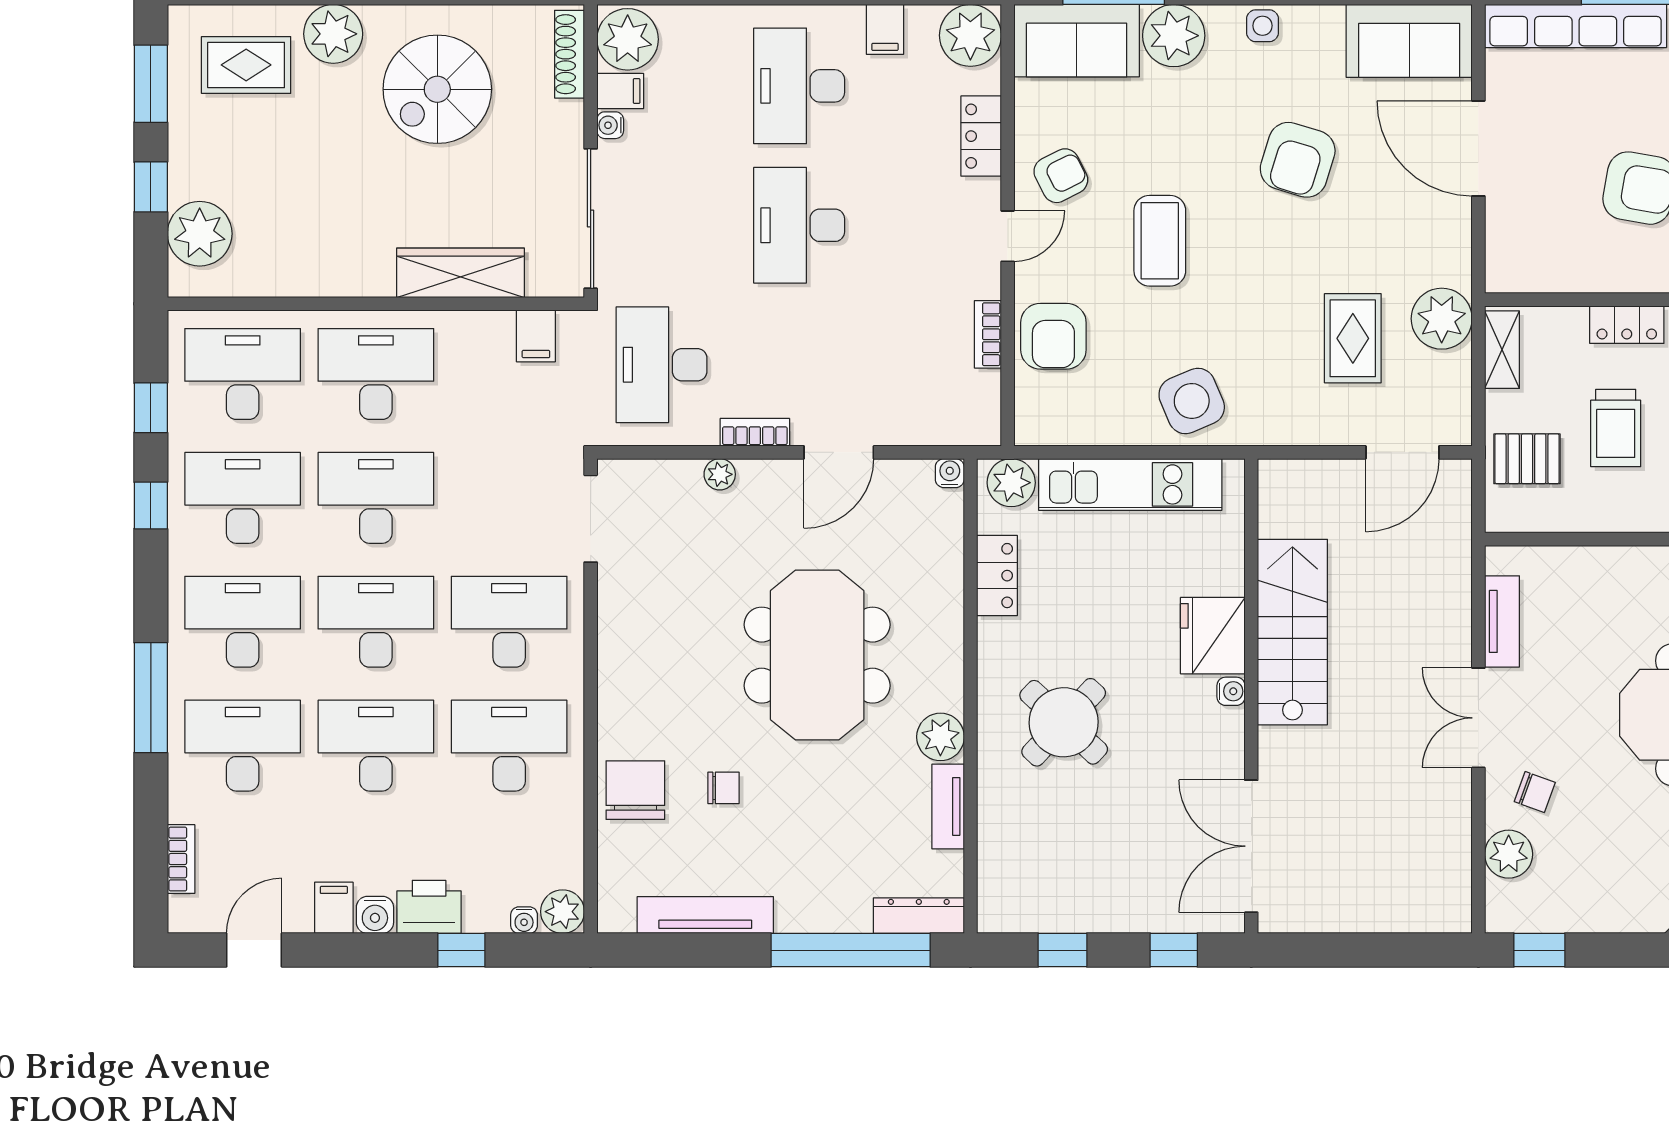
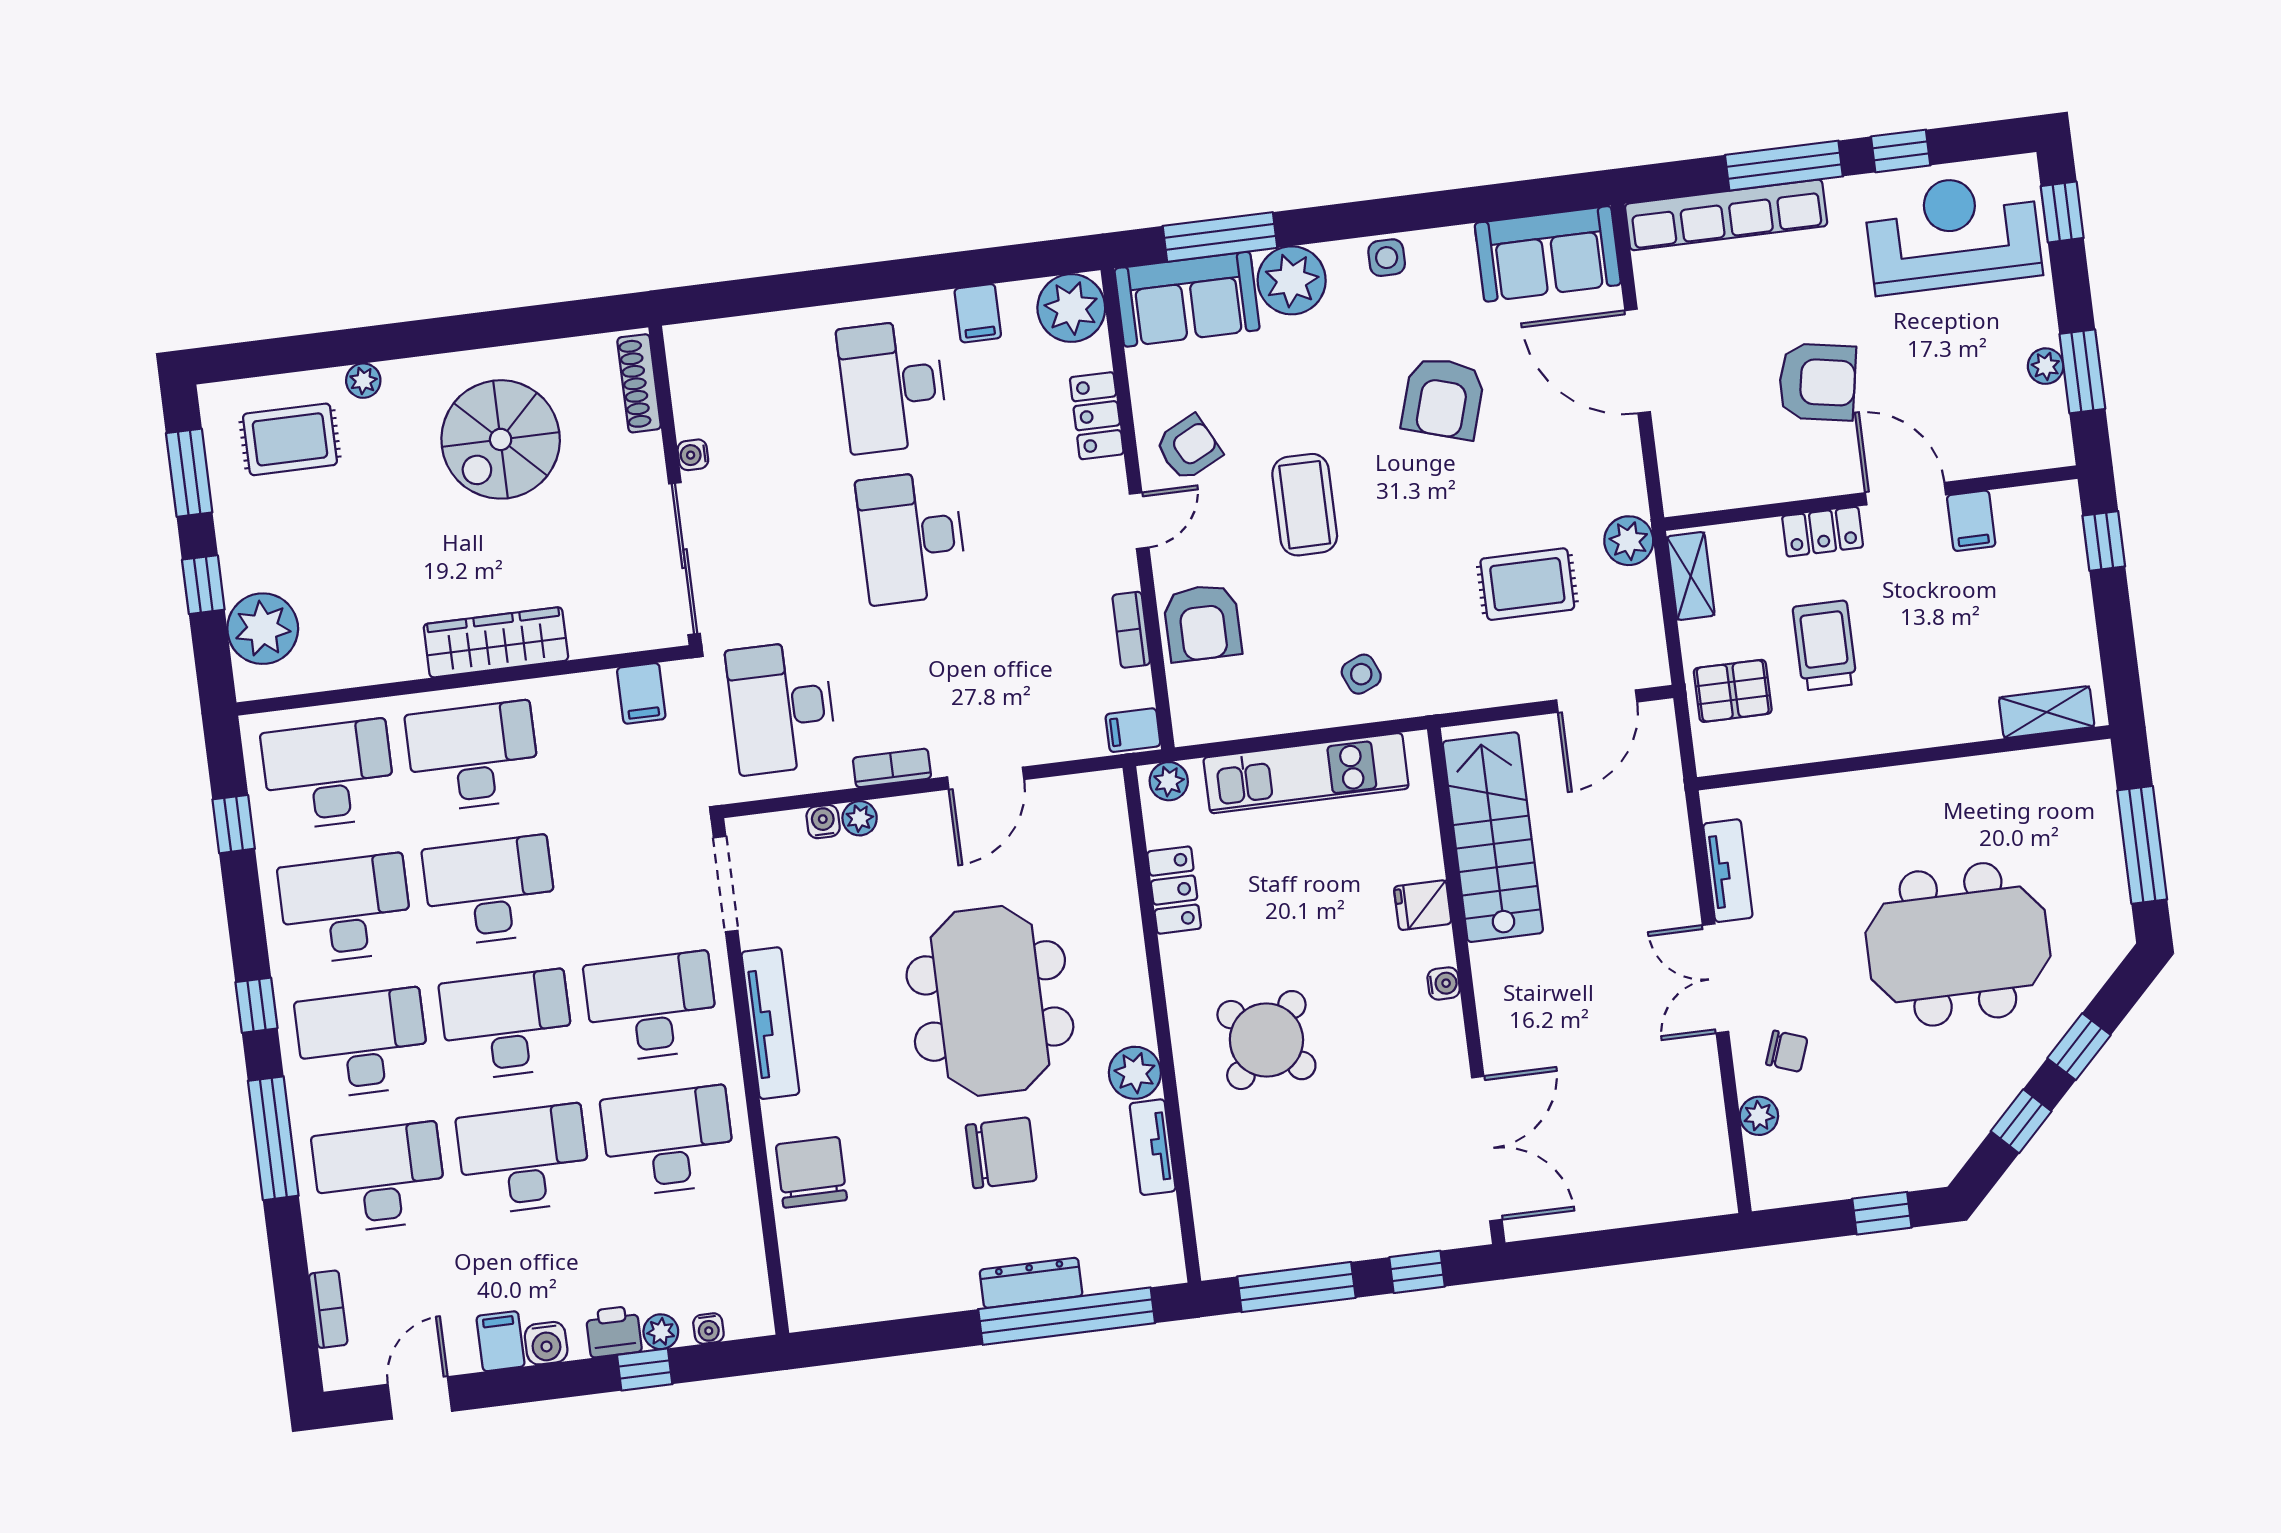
plant: (333, 34) -> (363, 381), width x0.53, depth x0.53
plant: (628, 39) -> (700, 359), removed
filing cabinet: (620, 91) -> (1133, 730), moved, turned 180
wardrobe: (461, 273) -> (496, 642), moved
plant: (1442, 319) -> (1629, 541), width x0.73, depth x0.73
rug: (1353, 338) -> (1527, 584), turned 90
side table: (1192, 401) -> (1361, 674), width x0.54, depth x0.54
trolley: (1616, 428) -> (1825, 645), turned 180
water cooler: (950, 473) -> (823, 822), moved
plant: (1011, 483) -> (1169, 781), width x0.73, depth x0.73
window: (151, 505) -> (256, 1005), moved
stairs: (1292, 632) -> (1493, 837), moved
fridge: (1213, 636) -> (1423, 905), width x0.53, depth x0.75
chair: (723, 788) -> (1001, 1153), moved, width x1.87, depth x1.87
double door: (1251, 846) -> (1487, 1149), swing flipped
plant: (1509, 854) -> (1759, 1116), width x0.73, depth x0.73
printer: (429, 907) -> (614, 1332), width x0.73, depth x0.81
plant: (563, 912) -> (661, 1332), moved, width x0.73, depth x0.73
tv unit: (705, 915) -> (770, 1023), moved, turned 90
dresser: (919, 916) -> (1031, 1283), moved
window: (1063, 950) -> (1296, 1287), width x2.17
window: (1539, 950) -> (1882, 1213), moved

